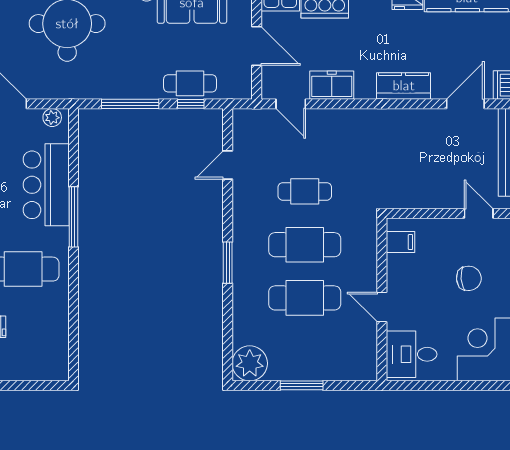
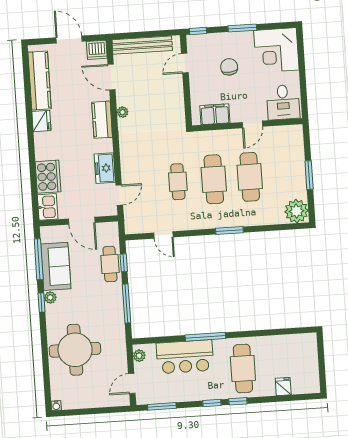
door: (257, 46) -> (82, 221), swing flipped
plant: (413, 117) -> (122, 112), added
filing cabinet: (401, 242) -> (215, 114), width x2.00

